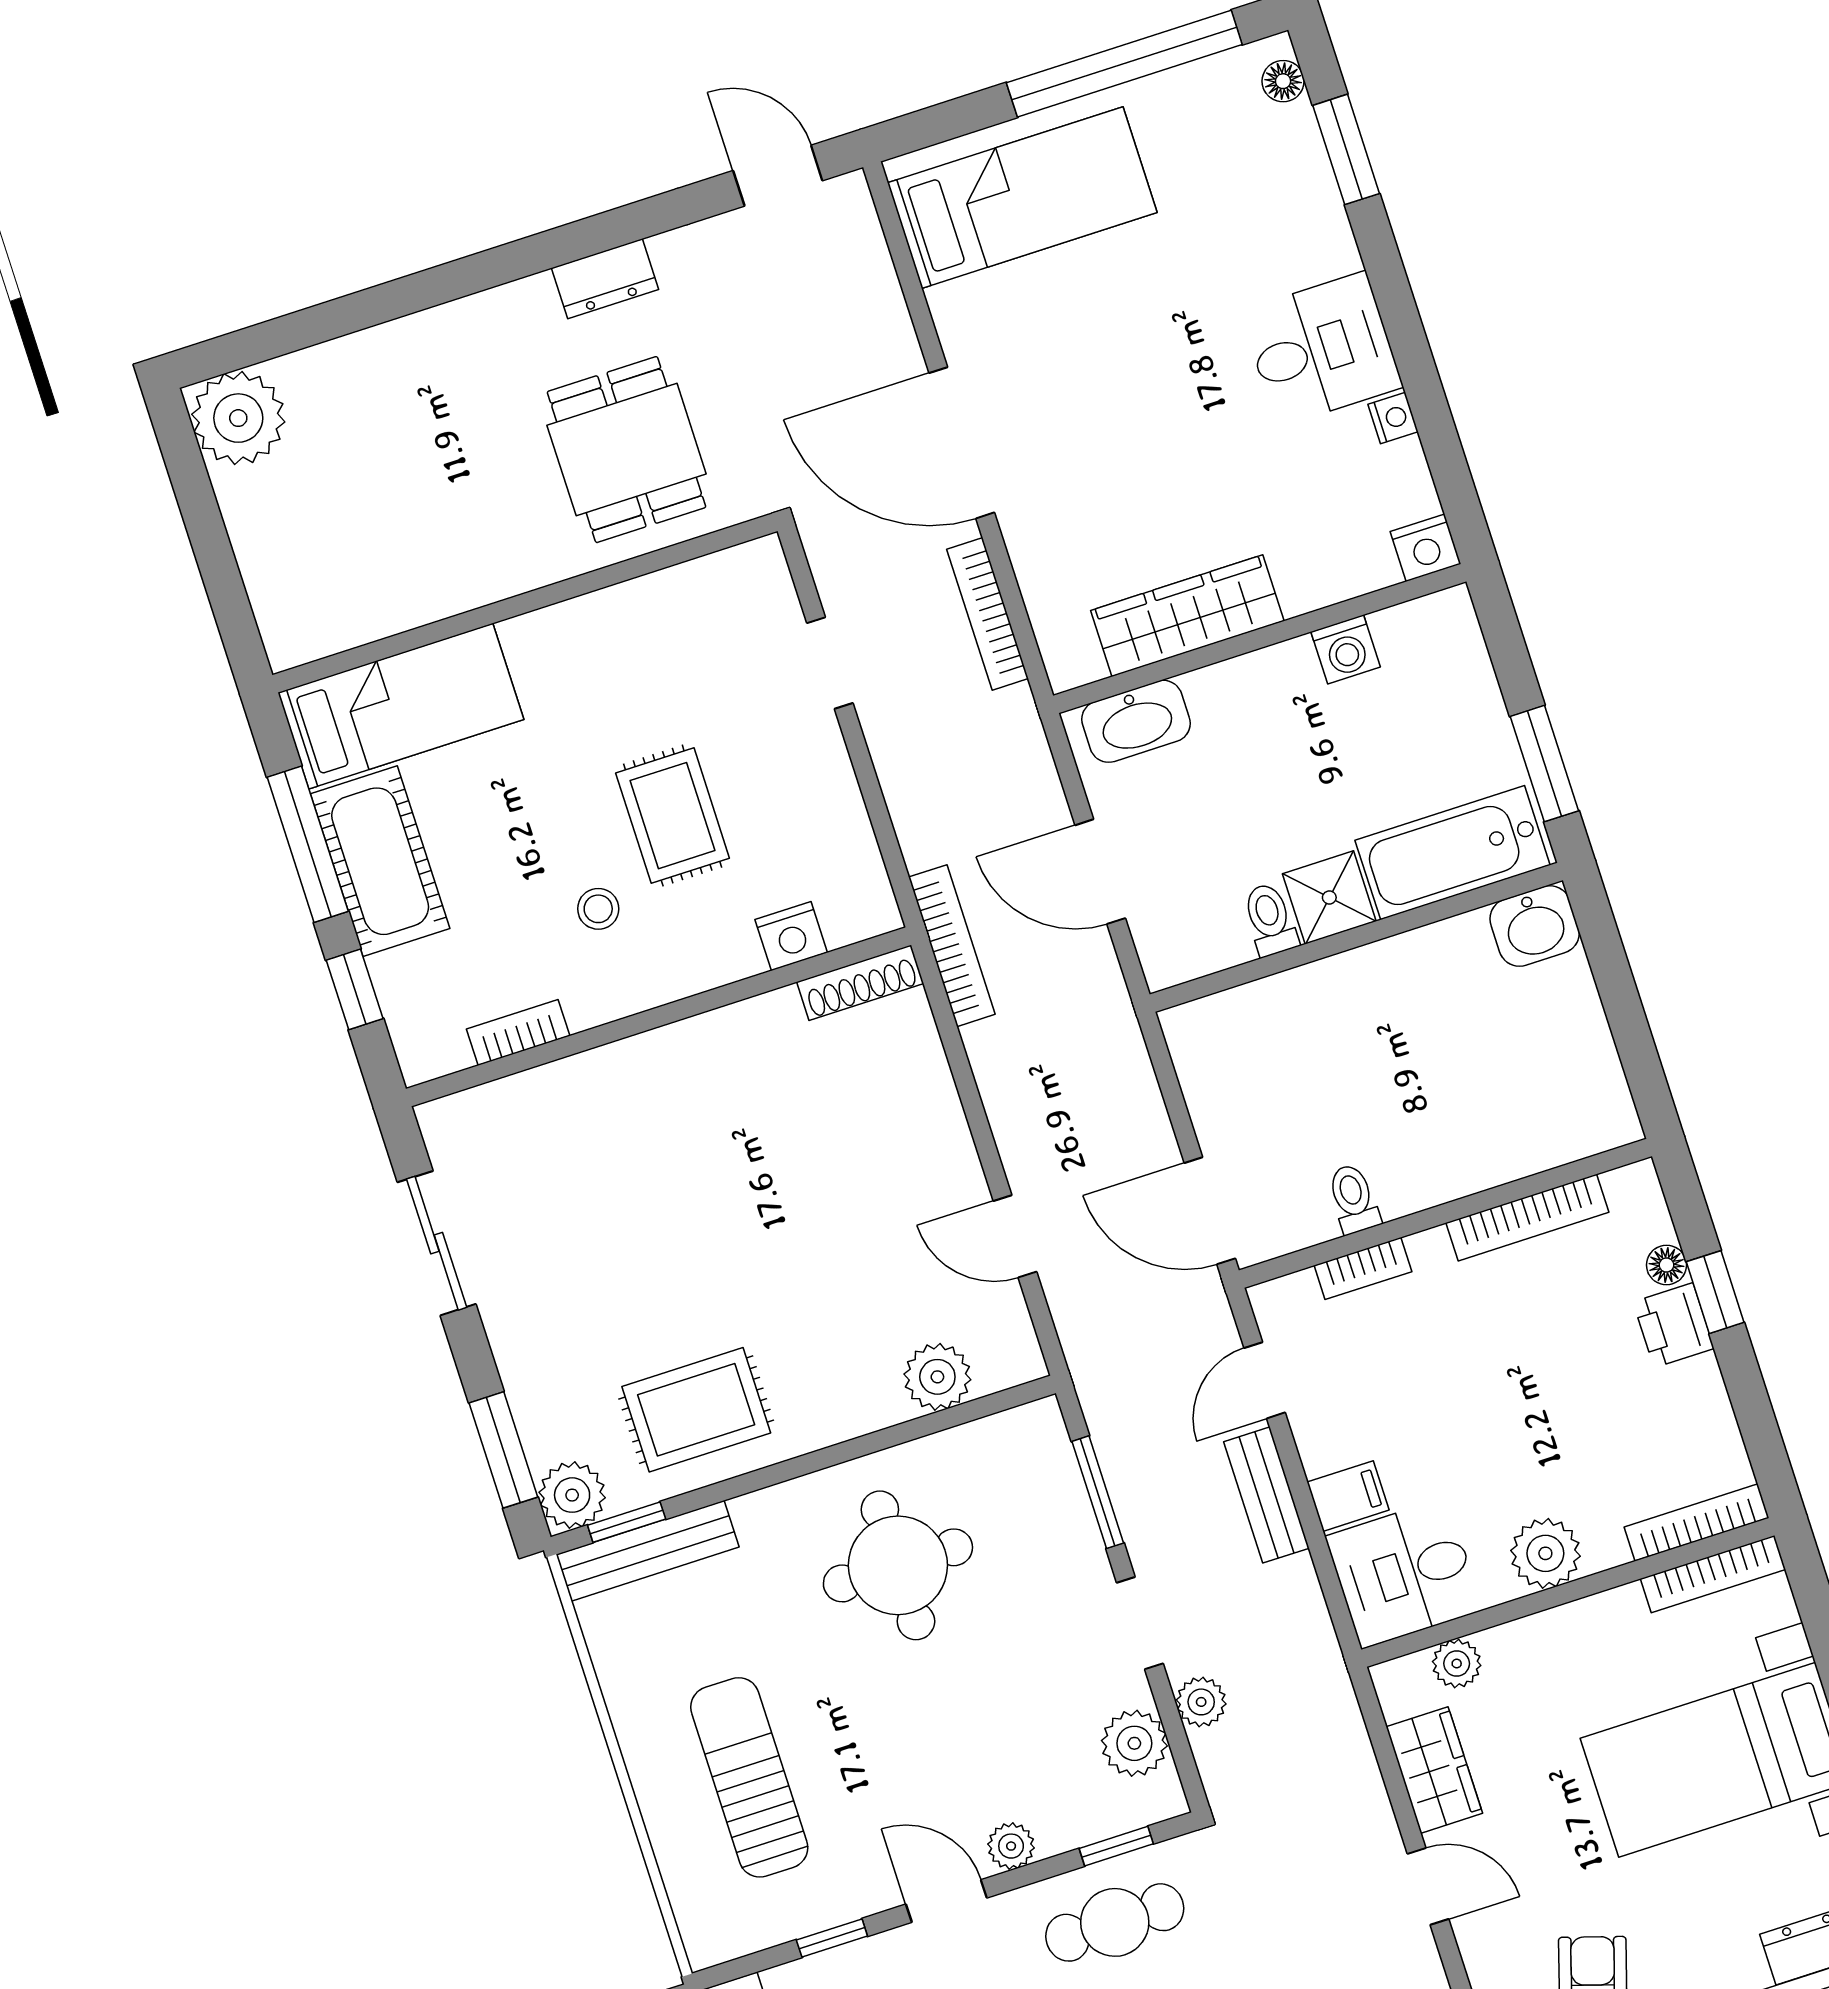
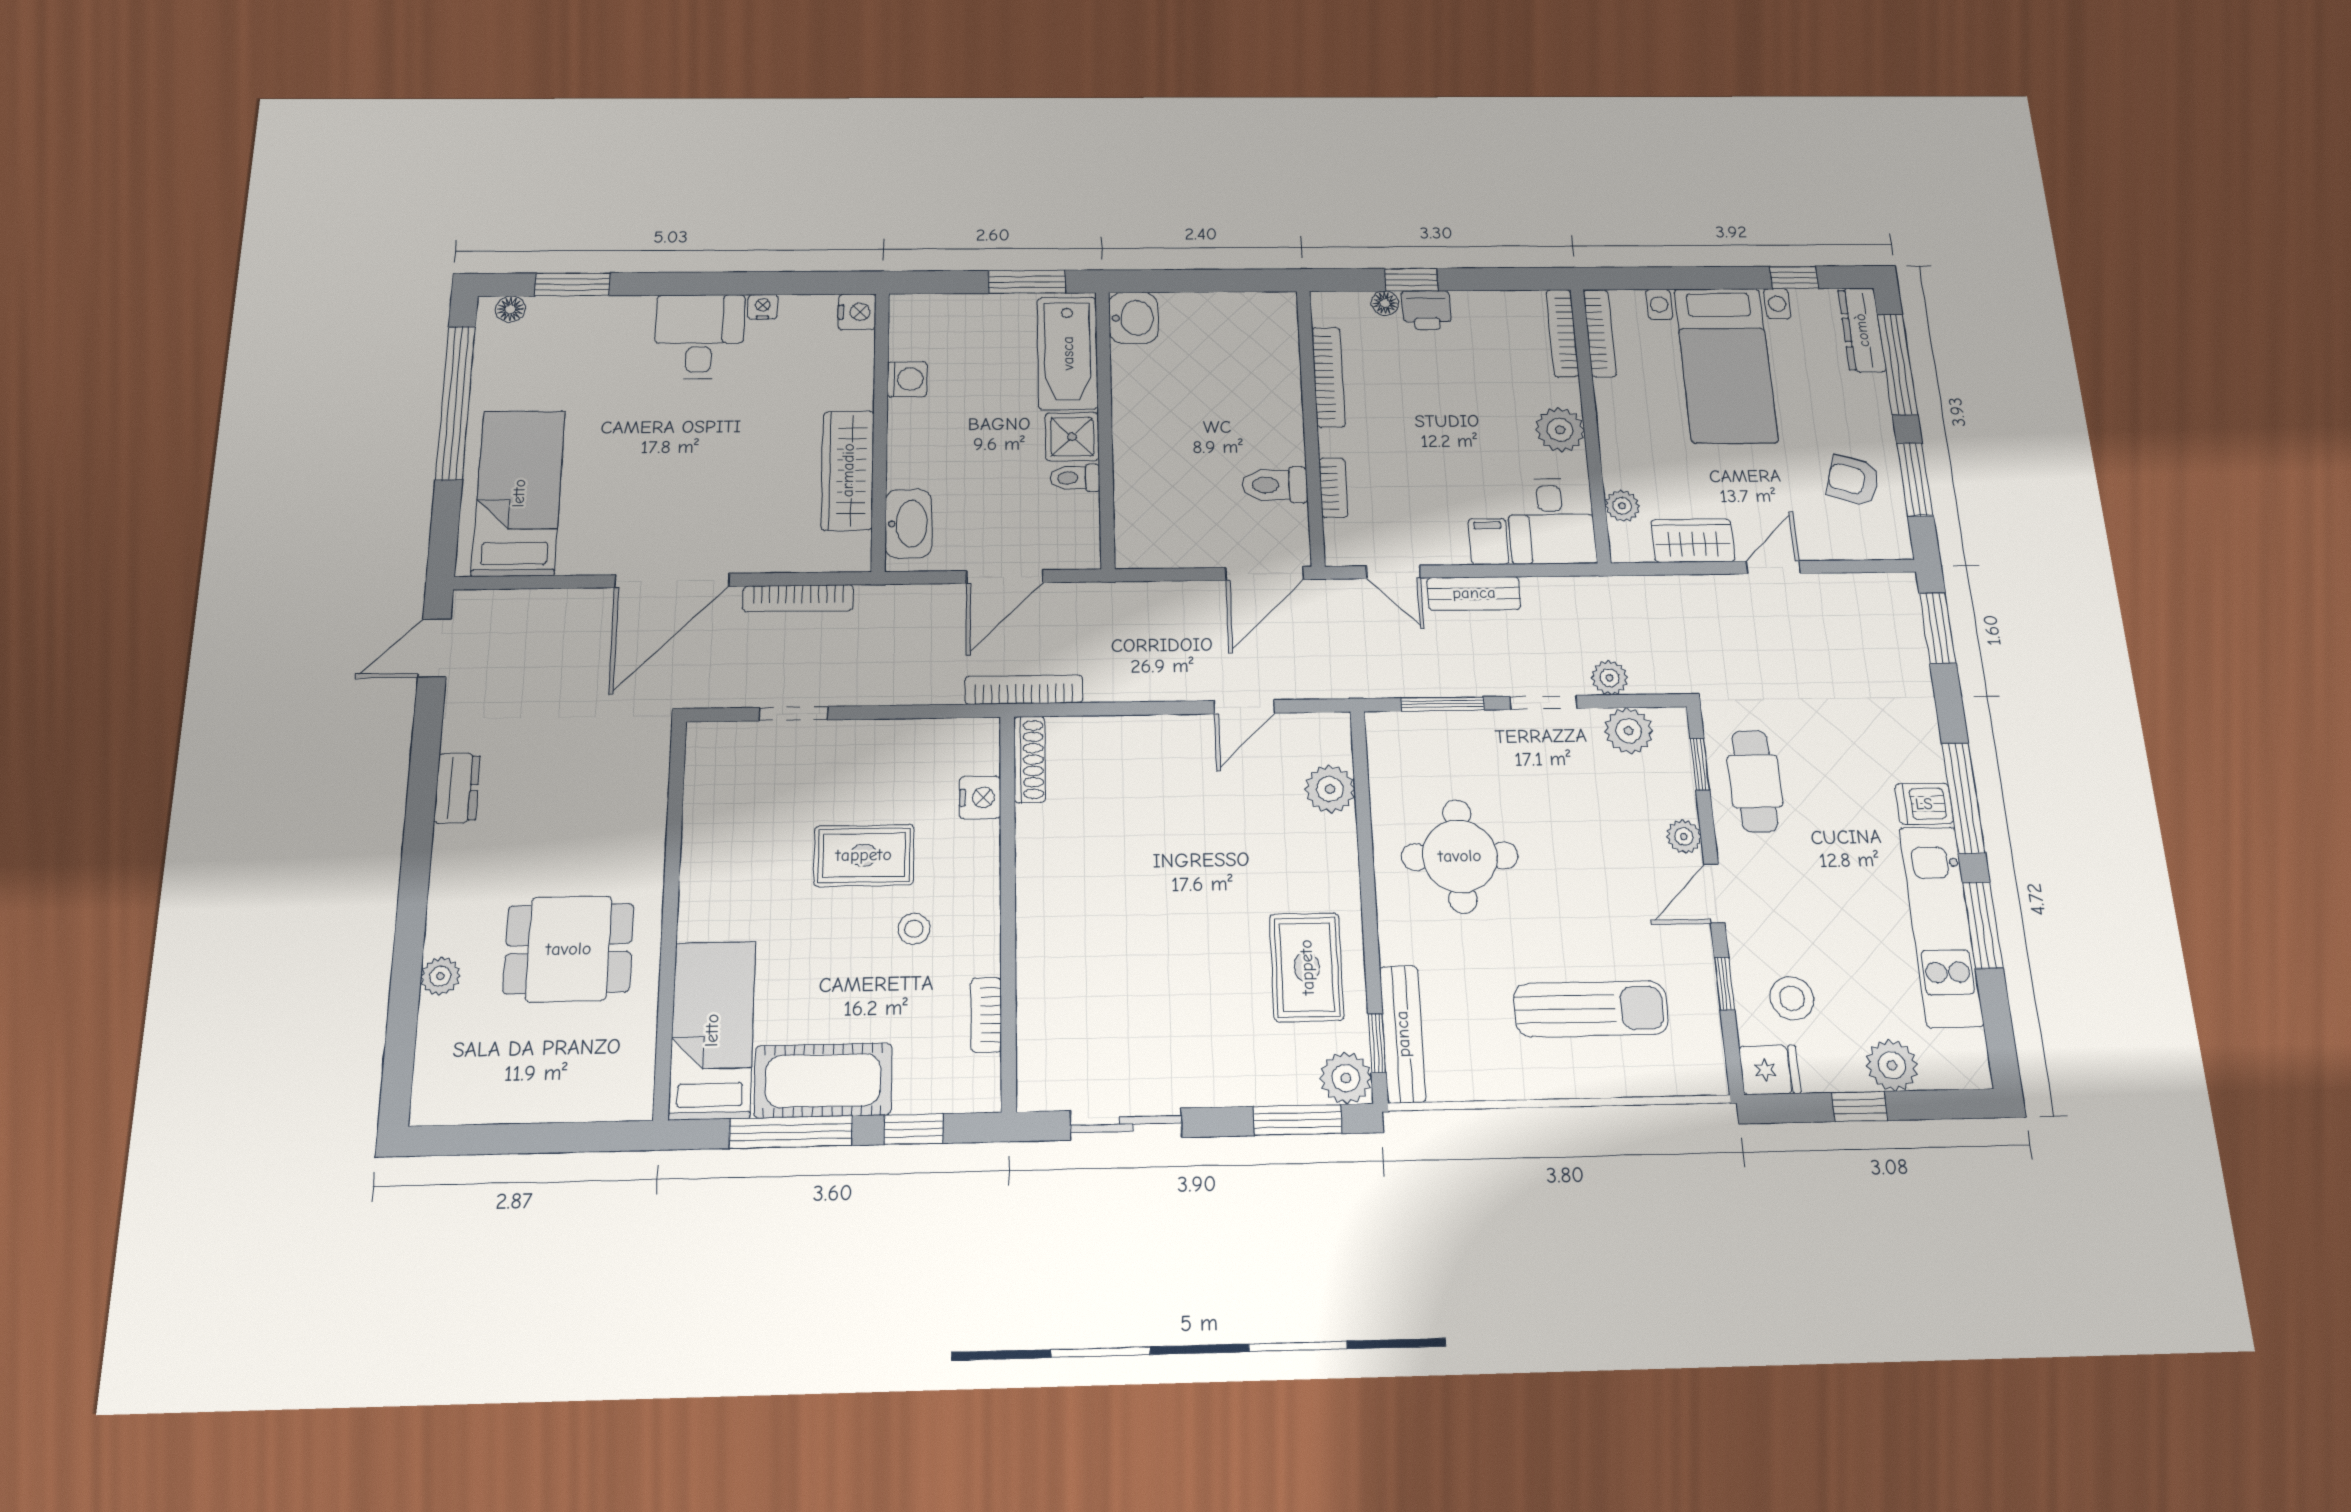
plant: (238, 418) -> (440, 976), moved, width x0.53, depth x0.53
dining table: (627, 450) -> (569, 949), moved
toilet: (1353, 1199) -> (1275, 485), width x1.37, depth x1.39
sun lounger: (749, 1777) -> (1591, 1009), turned 180

